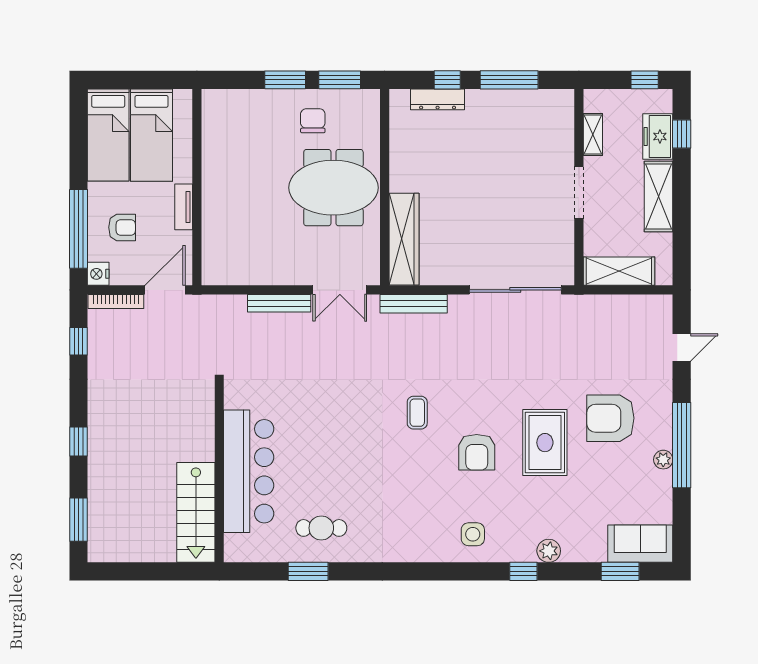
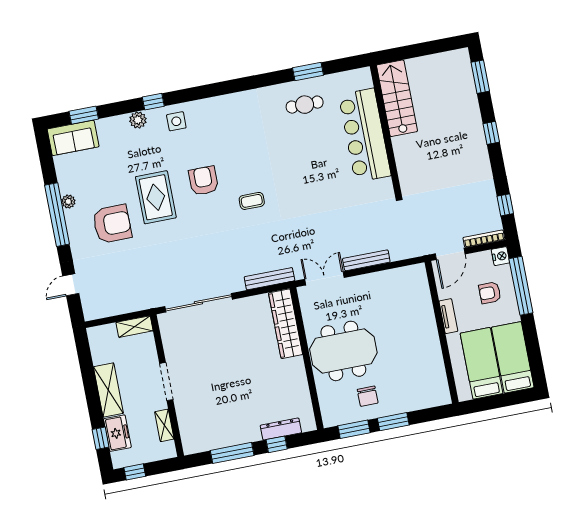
shelving: (619, 271) -> (134, 327), width x0.67, depth x0.75
coffee table: (417, 413) -> (252, 201), turned 90
side table: (473, 534) -> (176, 121), moved

